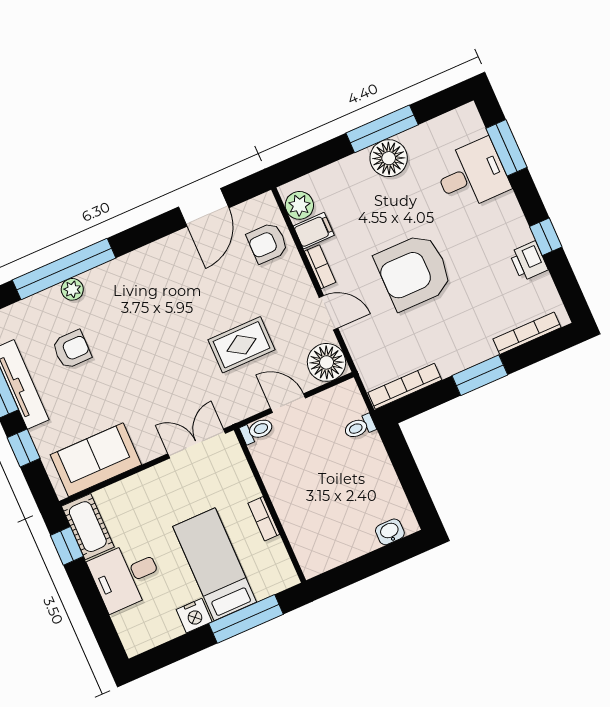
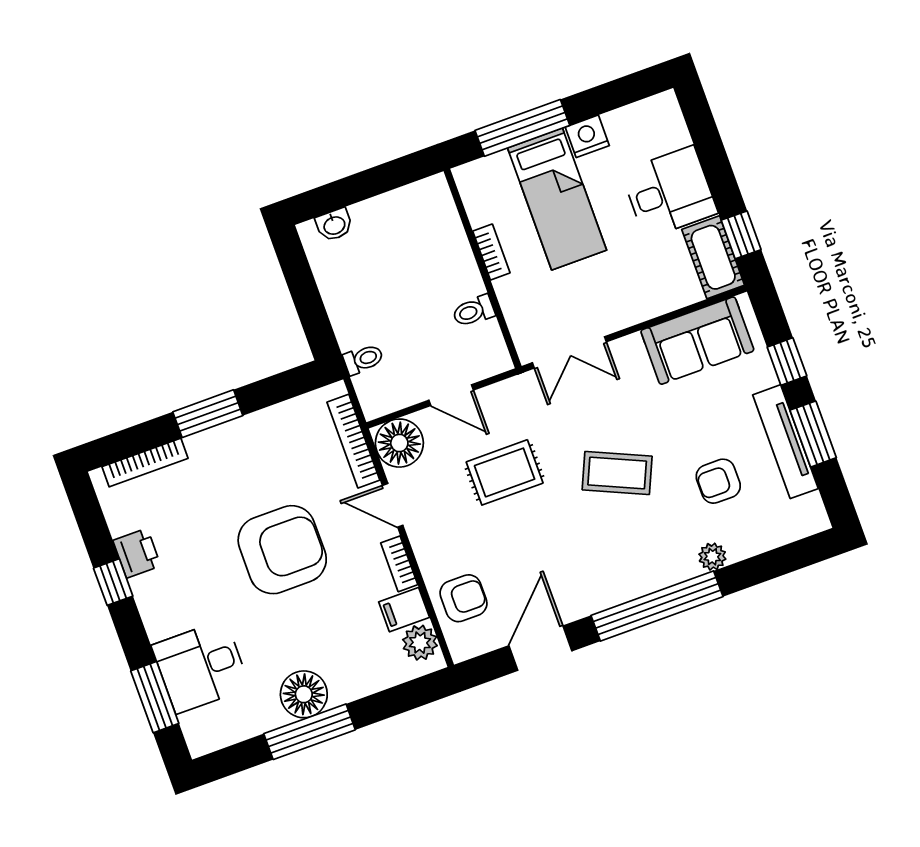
window: (64, 269) -> (657, 606), moved
coffee table: (152, 350) -> (617, 473), added
bookcase: (405, 386) -> (353, 441), moved, turned 90
toilet: (257, 430) -> (473, 311), moved

